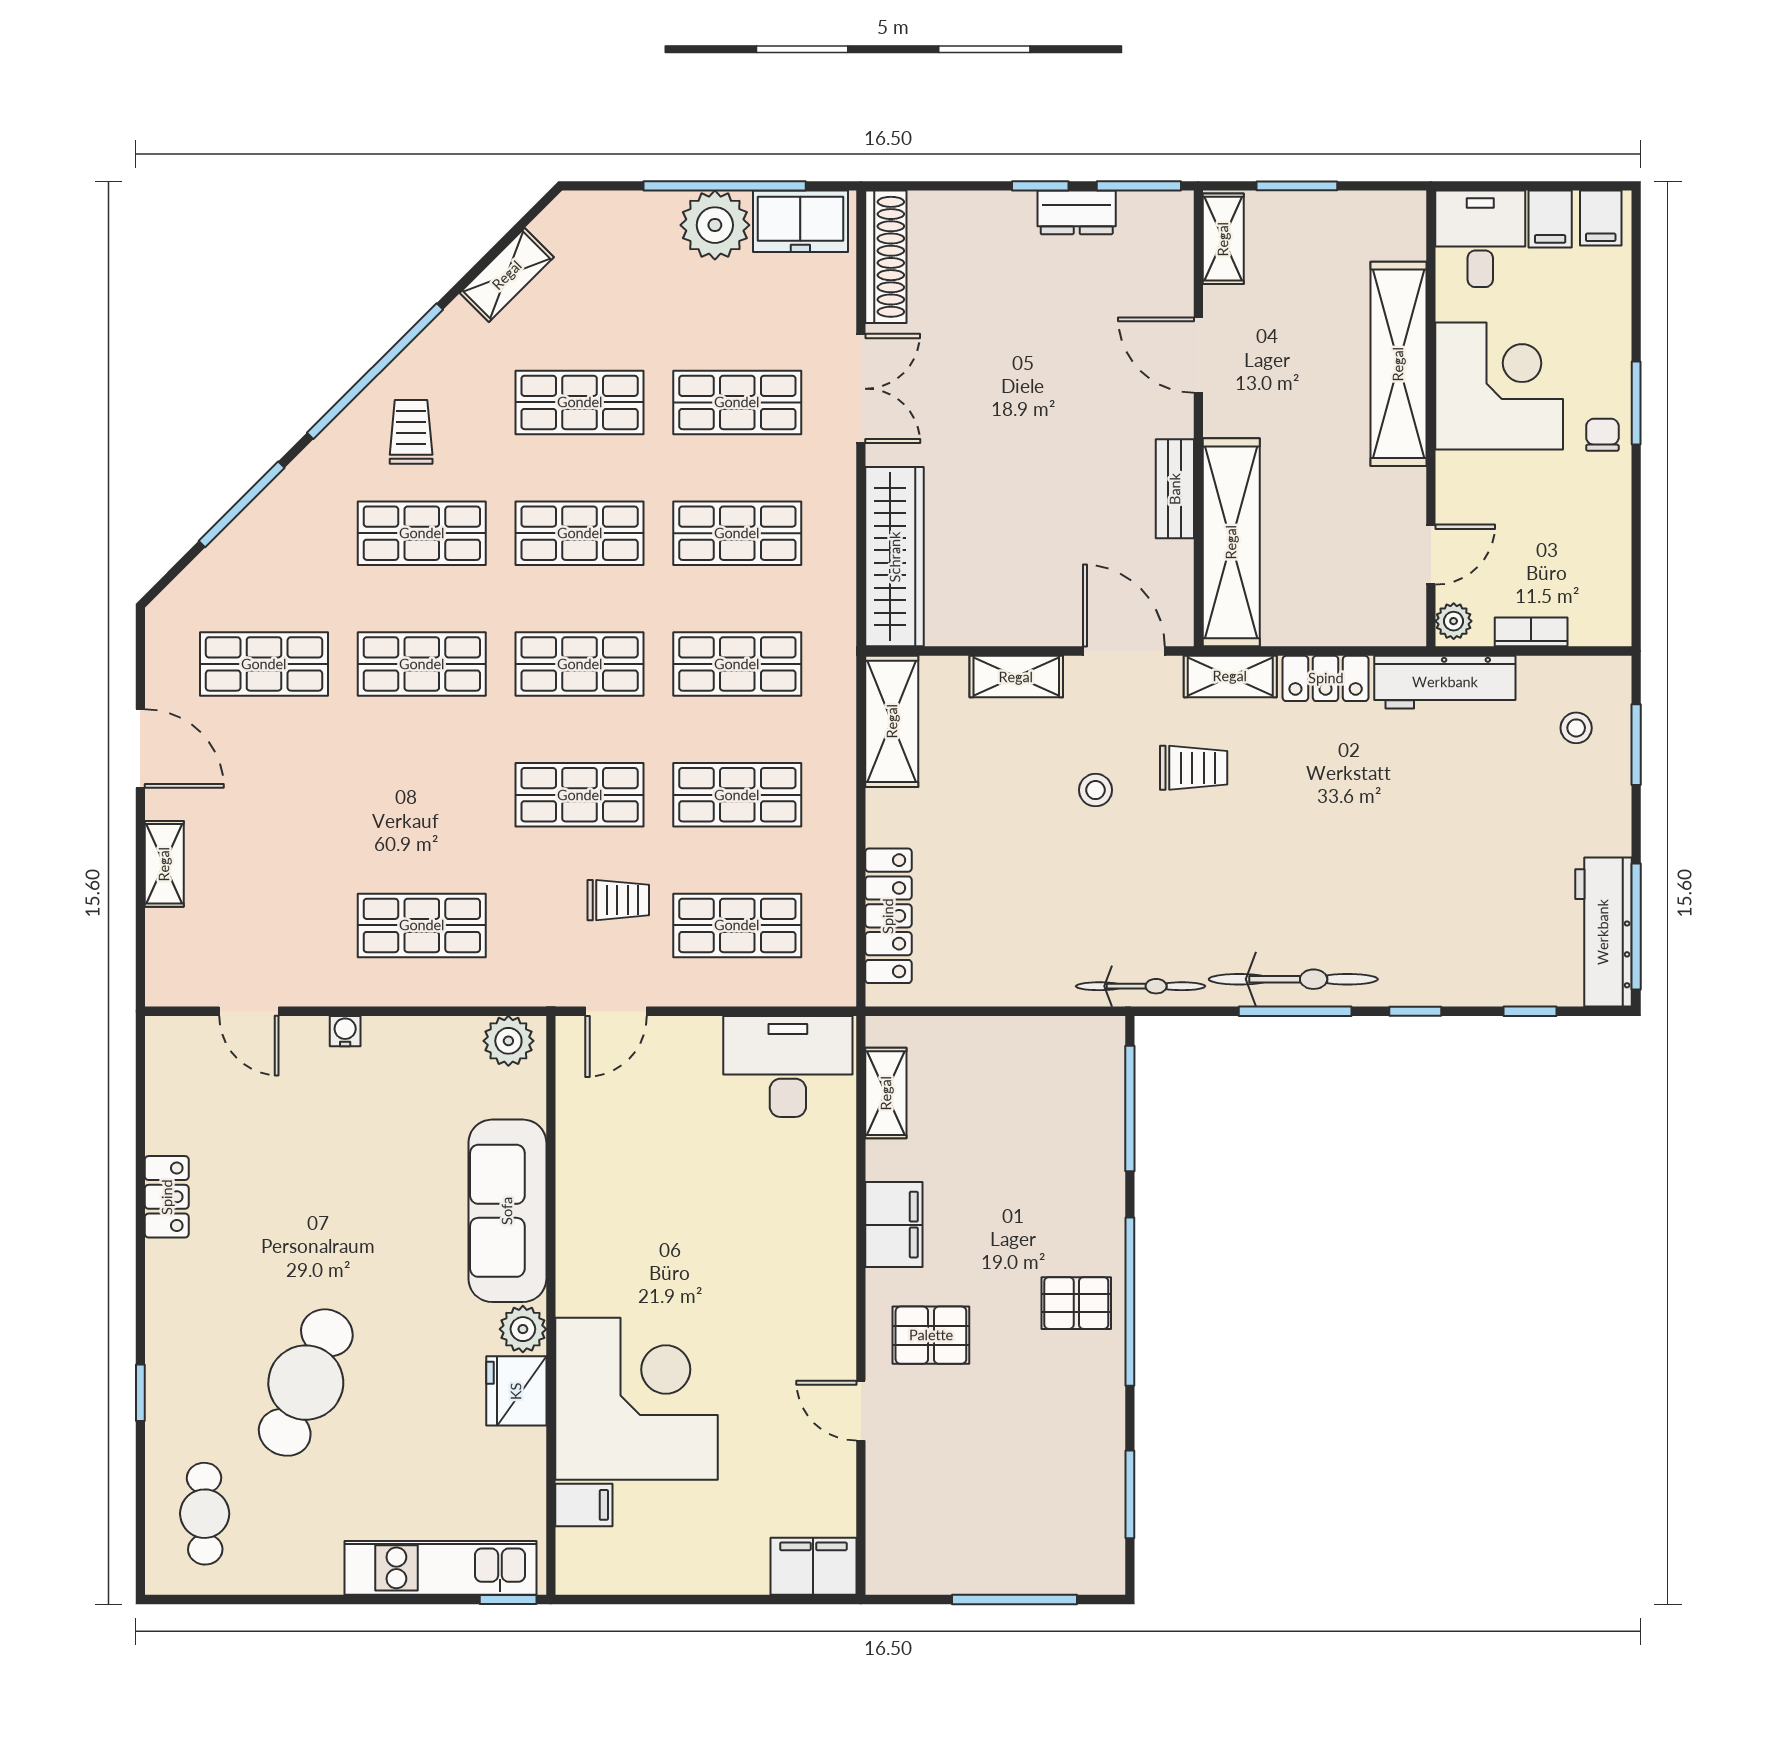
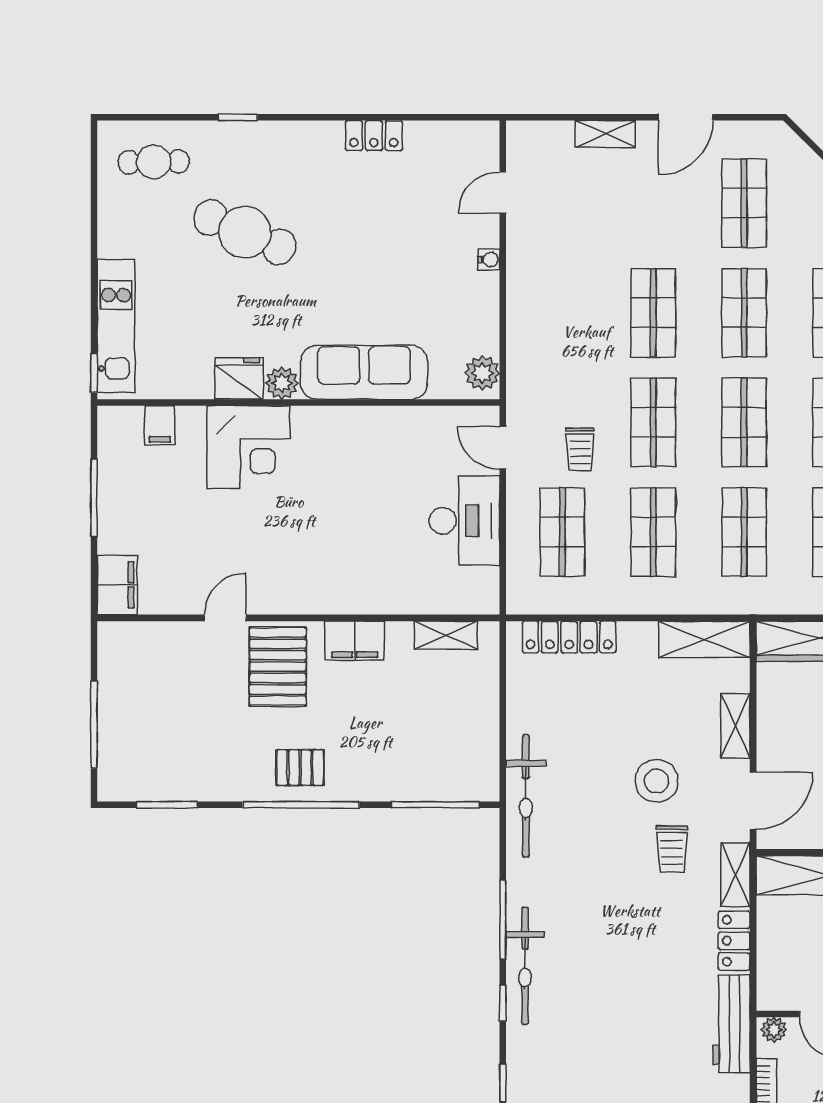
stool: (1096, 790) -> (656, 781), width x1.89, depth x1.89
shop shelf: (422, 925) -> (653, 313), moved
bicycle: (1293, 979) -> (525, 966), moved
bicycle: (1141, 986) -> (526, 796), width x1.37, depth x1.40
desk: (788, 1066) -> (464, 521), moved
pallet: (1076, 1303) -> (300, 768), turned 90
pallet: (931, 1335) -> (278, 667), width x1.50, depth x1.42
corner desk: (637, 1399) -> (248, 447), width x0.74, depth x0.74
window: (688, 1599) -> (94, 498), added

